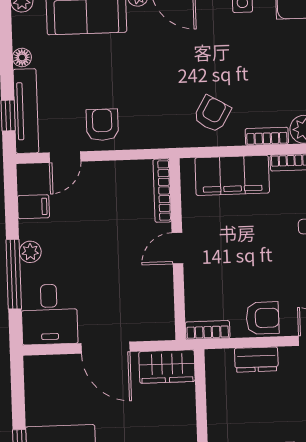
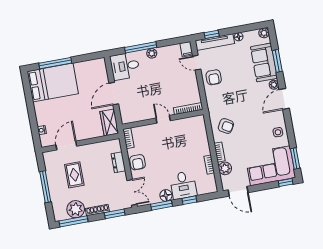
armchair: (102, 125) -> (214, 77), turned 90
filing cabinet: (232, 175) -> (200, 139), removed
filing cabinet: (33, 207) -> (186, 49), moved

